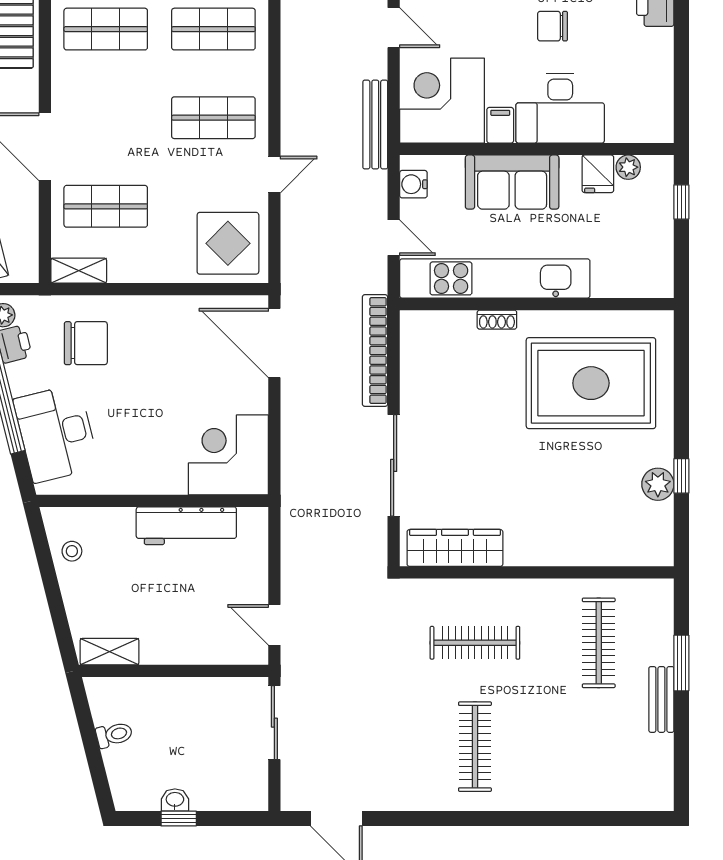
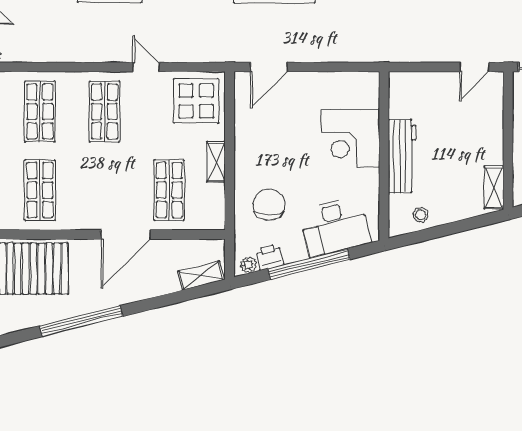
shelving: (79, 271) -> (216, 162), moved
door: (274, 343) -> (269, 67), width x0.73
corner desk: (228, 455) -> (350, 139), moved
workbench: (186, 526) -> (402, 156), moved

